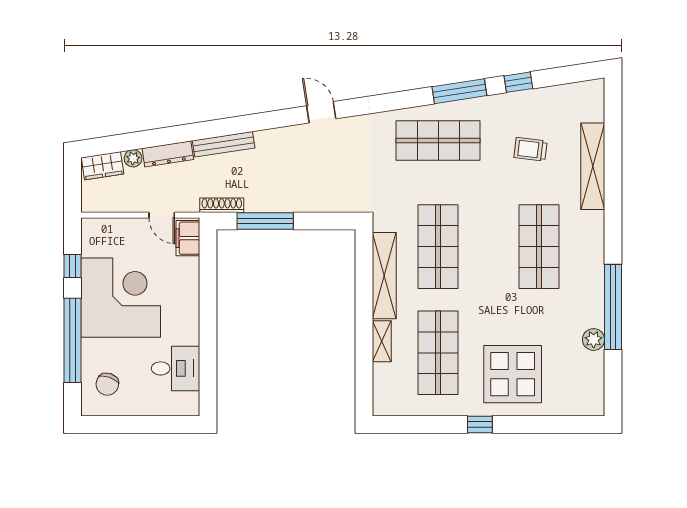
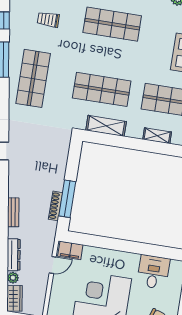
bench: (224, 144) -> (13, 212), width x0.73
trolley: (530, 149) -> (48, 20), turned 83
shoe rack: (222, 205) -> (56, 206), moved
shelving: (384, 276) -> (106, 126), width x0.68

